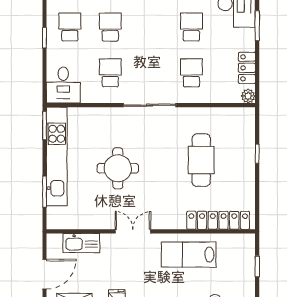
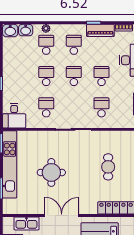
school desk: (70, 27) -> (74, 76), moved
cafe table: (201, 160) -> (108, 167), width x0.73, depth x0.74
double door: (133, 231) -> (62, 216), width x1.37

